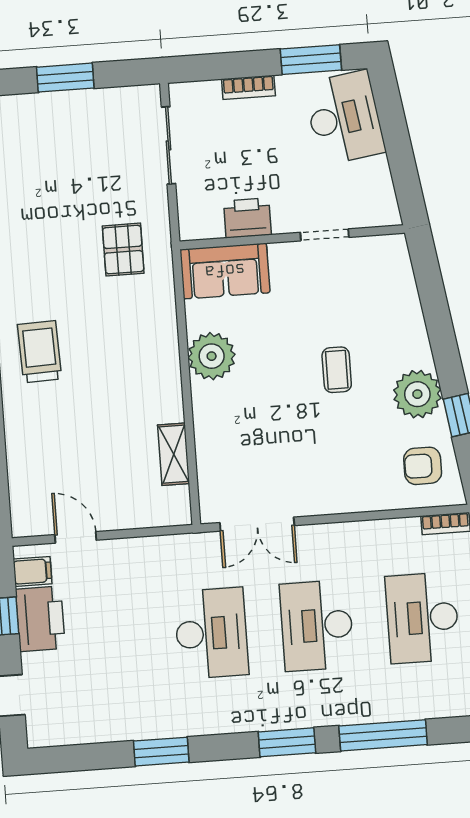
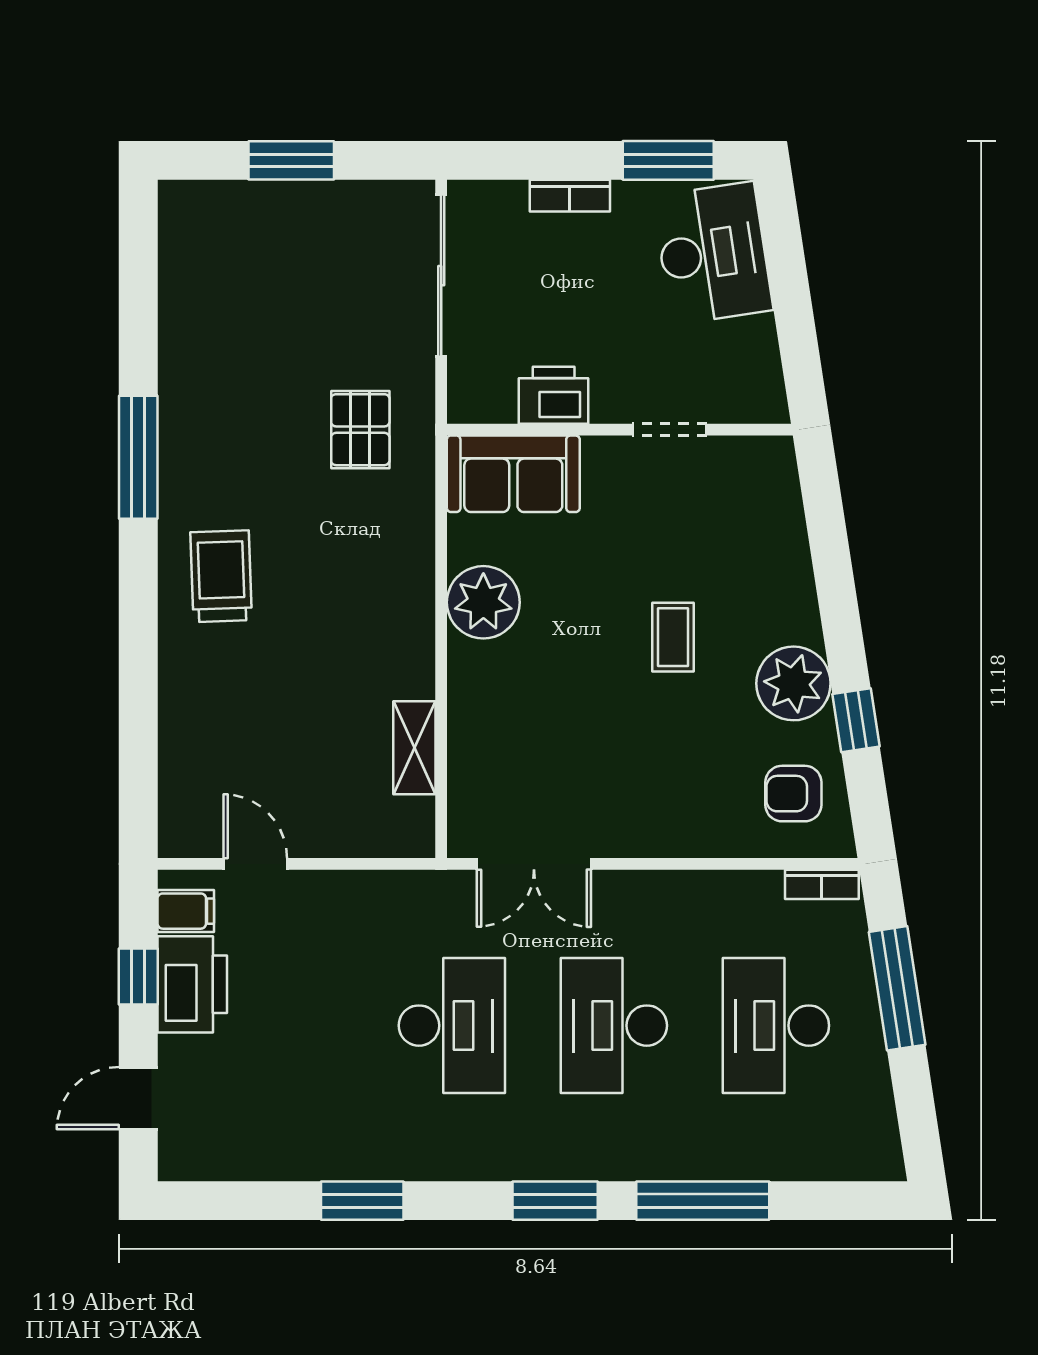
sliding door: (169, 145) -> (441, 276), width x1.37

